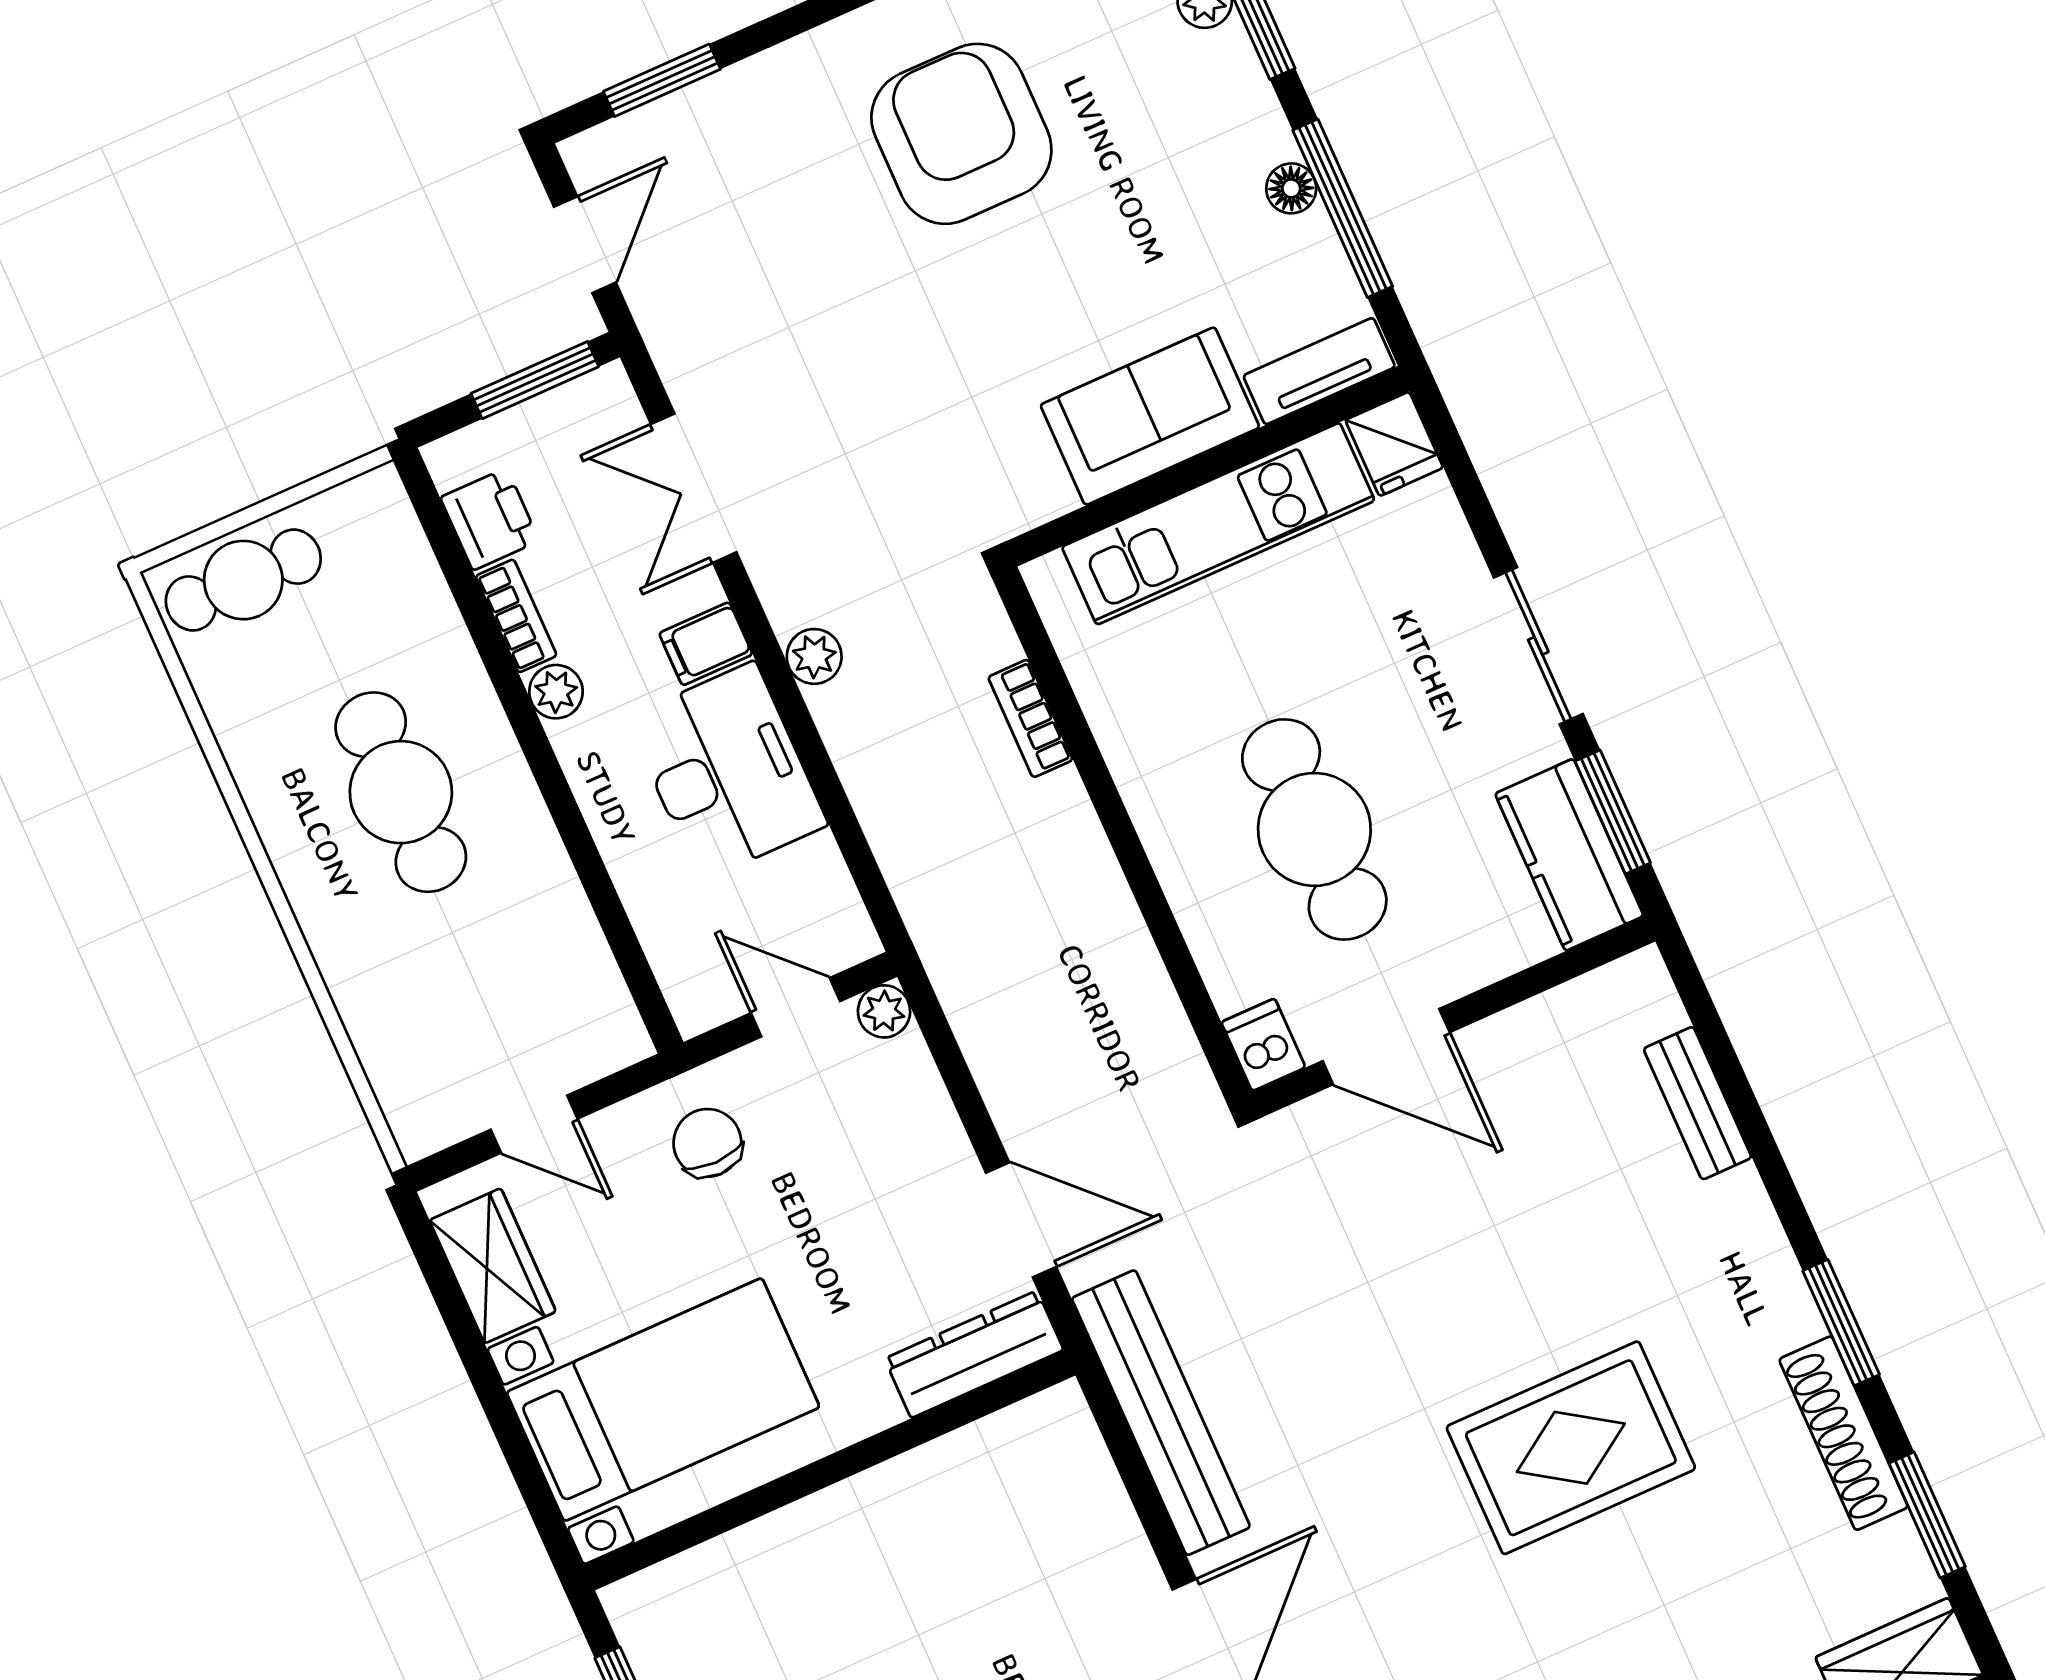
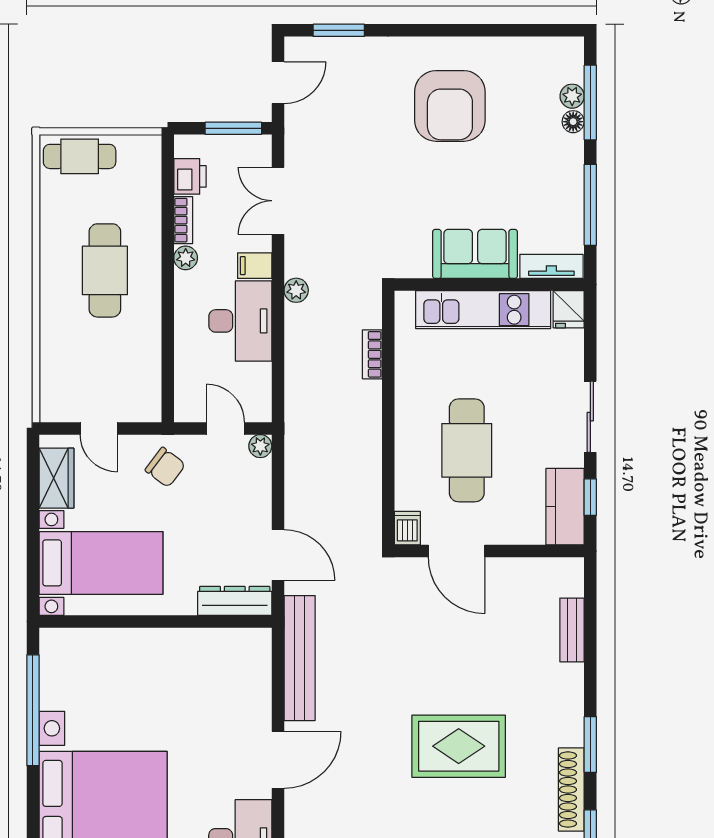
armchair: (961, 134) -> (450, 106), turned 180
floor lamp: (1291, 188) -> (573, 122), moved
window: (1613, 812) -> (590, 497), width x0.67
chair: (707, 1143) -> (165, 467), turned 127

